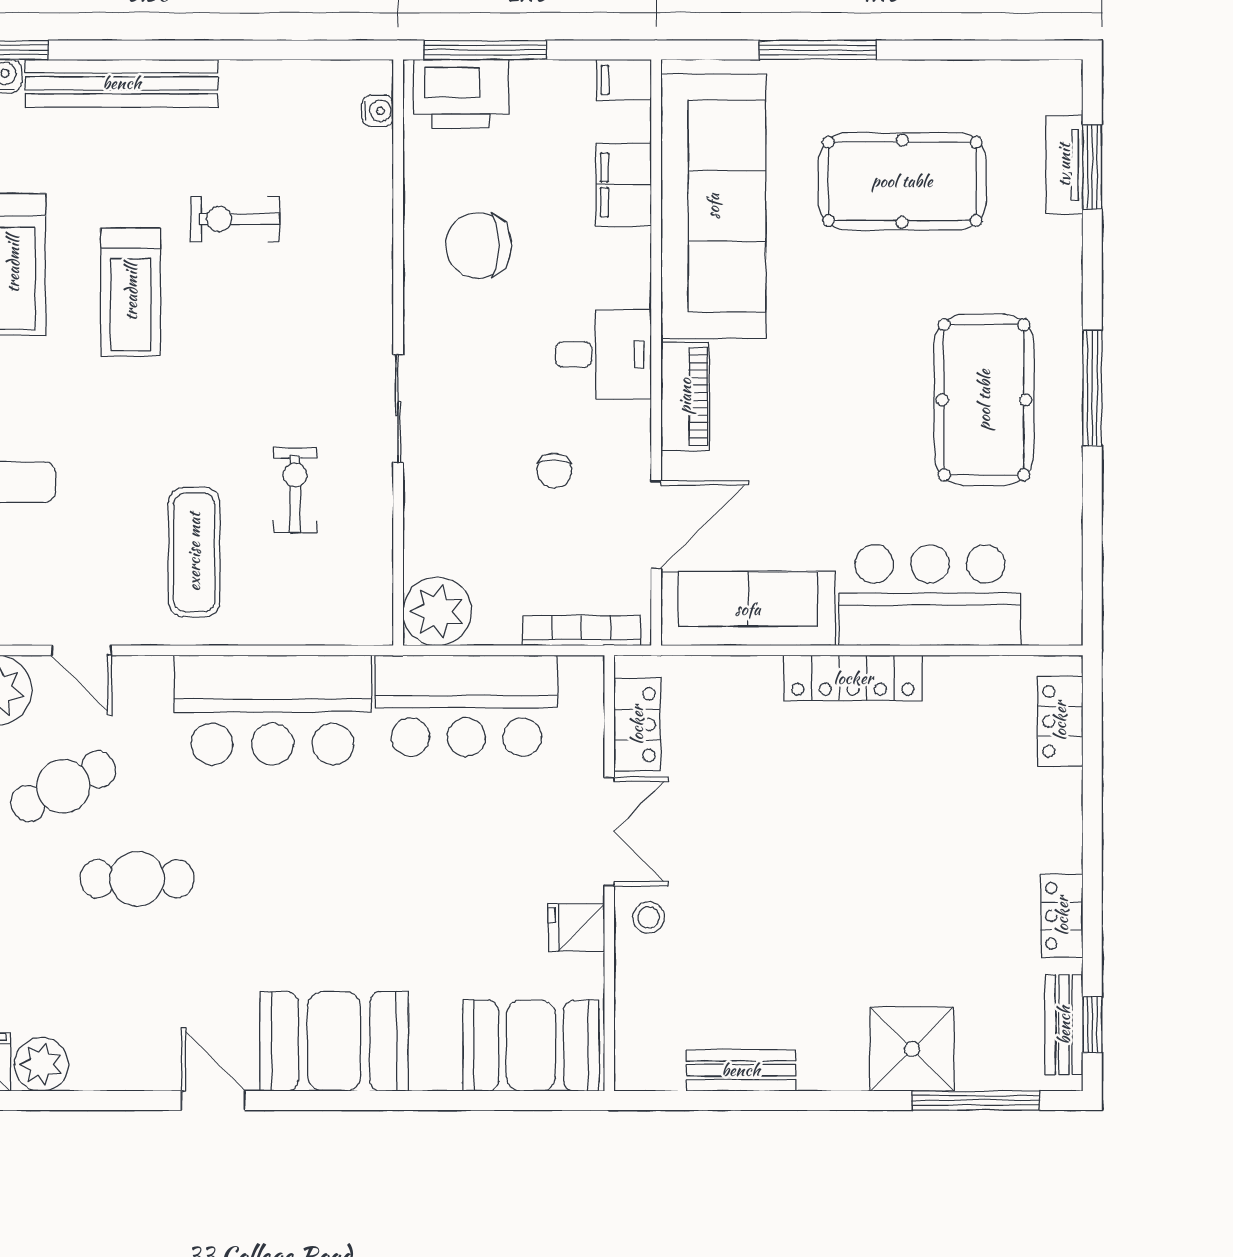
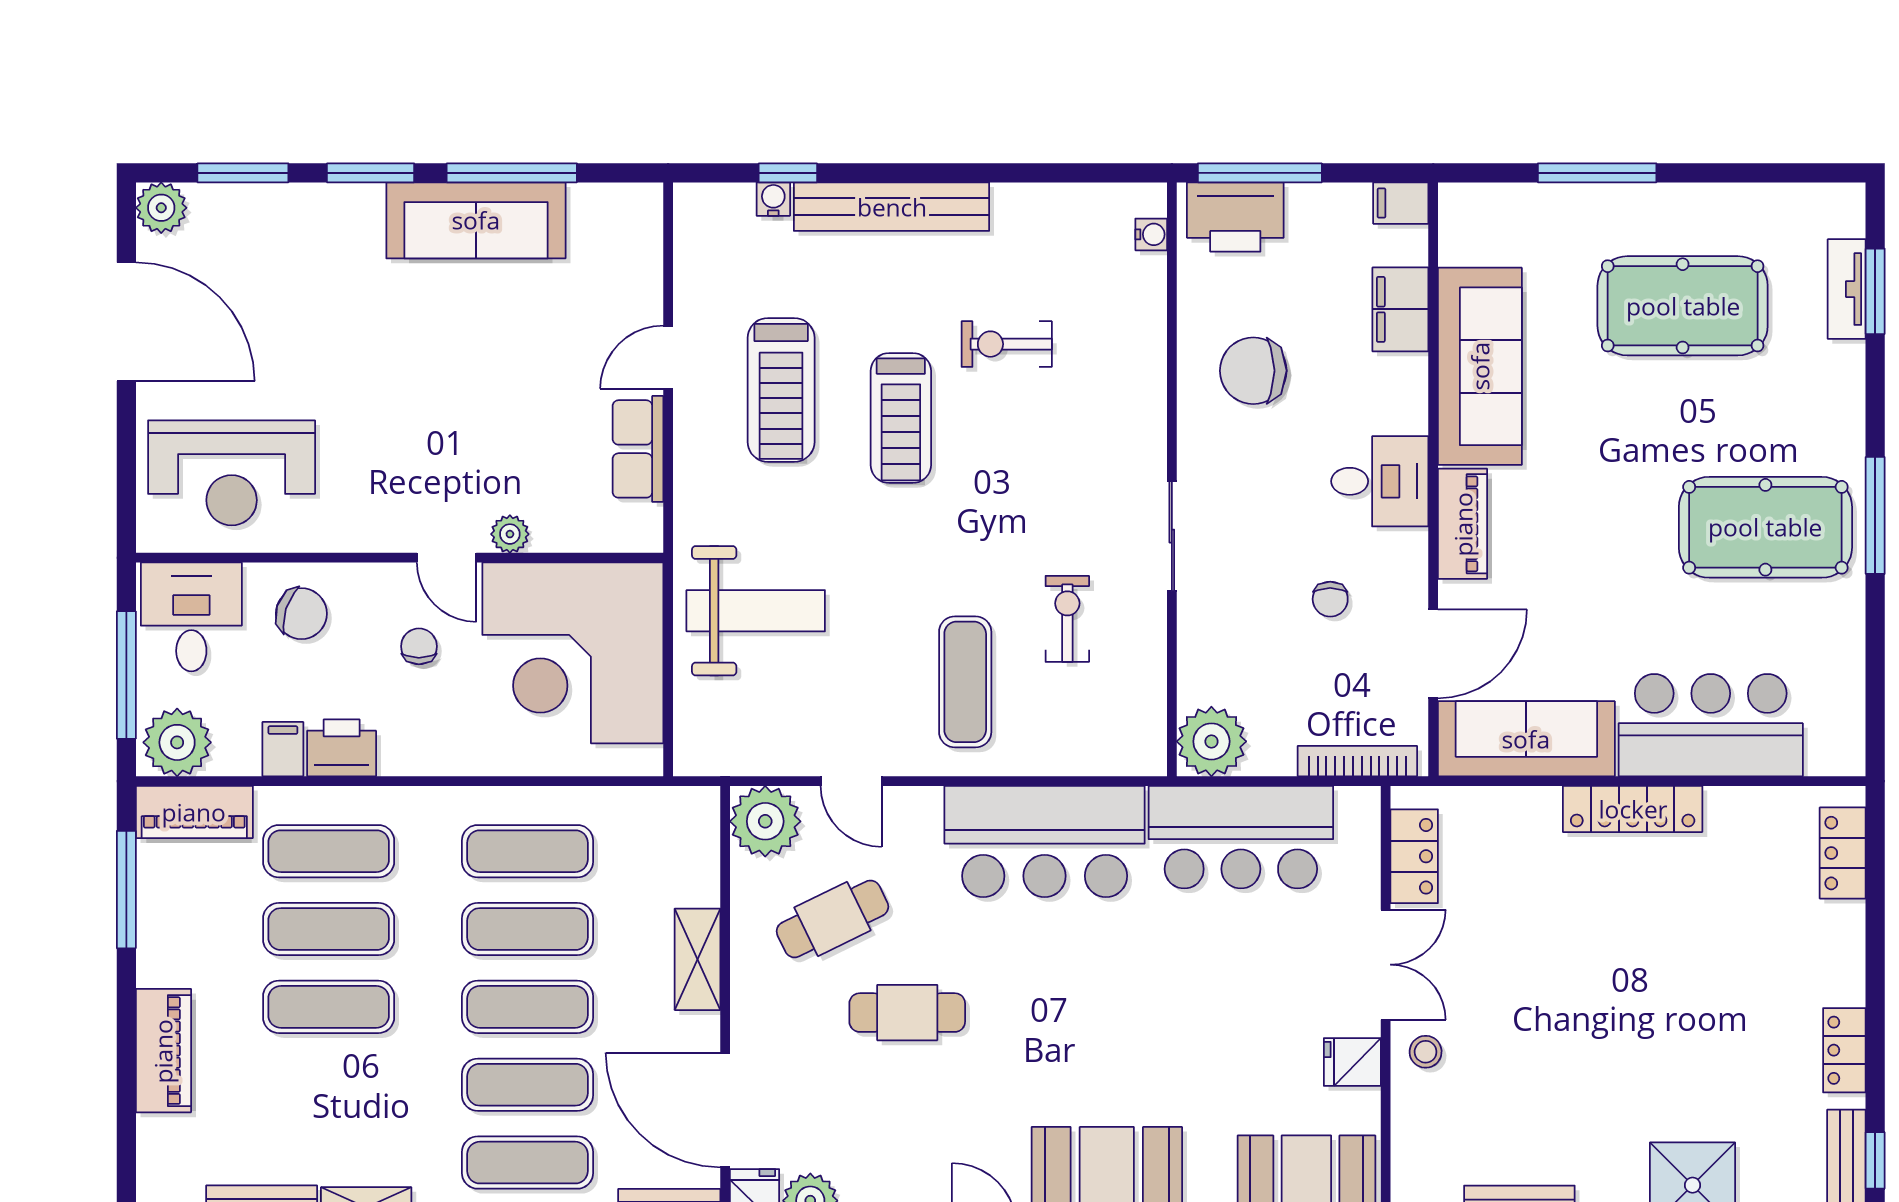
sofa: (713, 206) -> (1480, 366), width x0.74, depth x0.79
pool table: (984, 400) -> (1765, 527), turned 90

